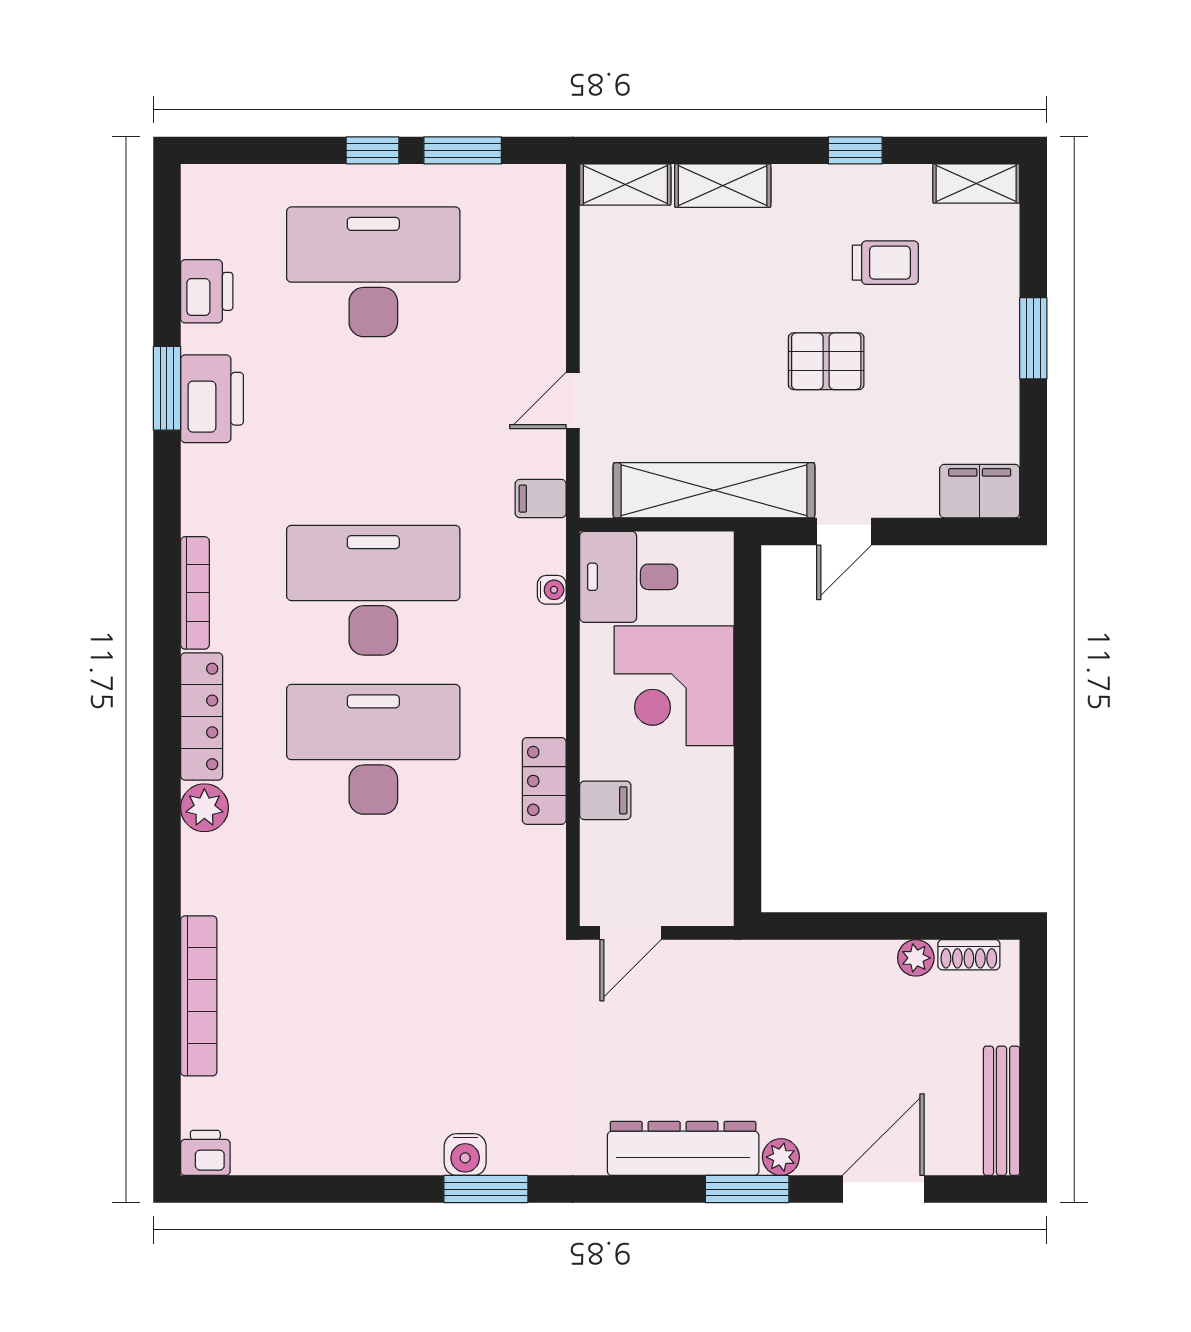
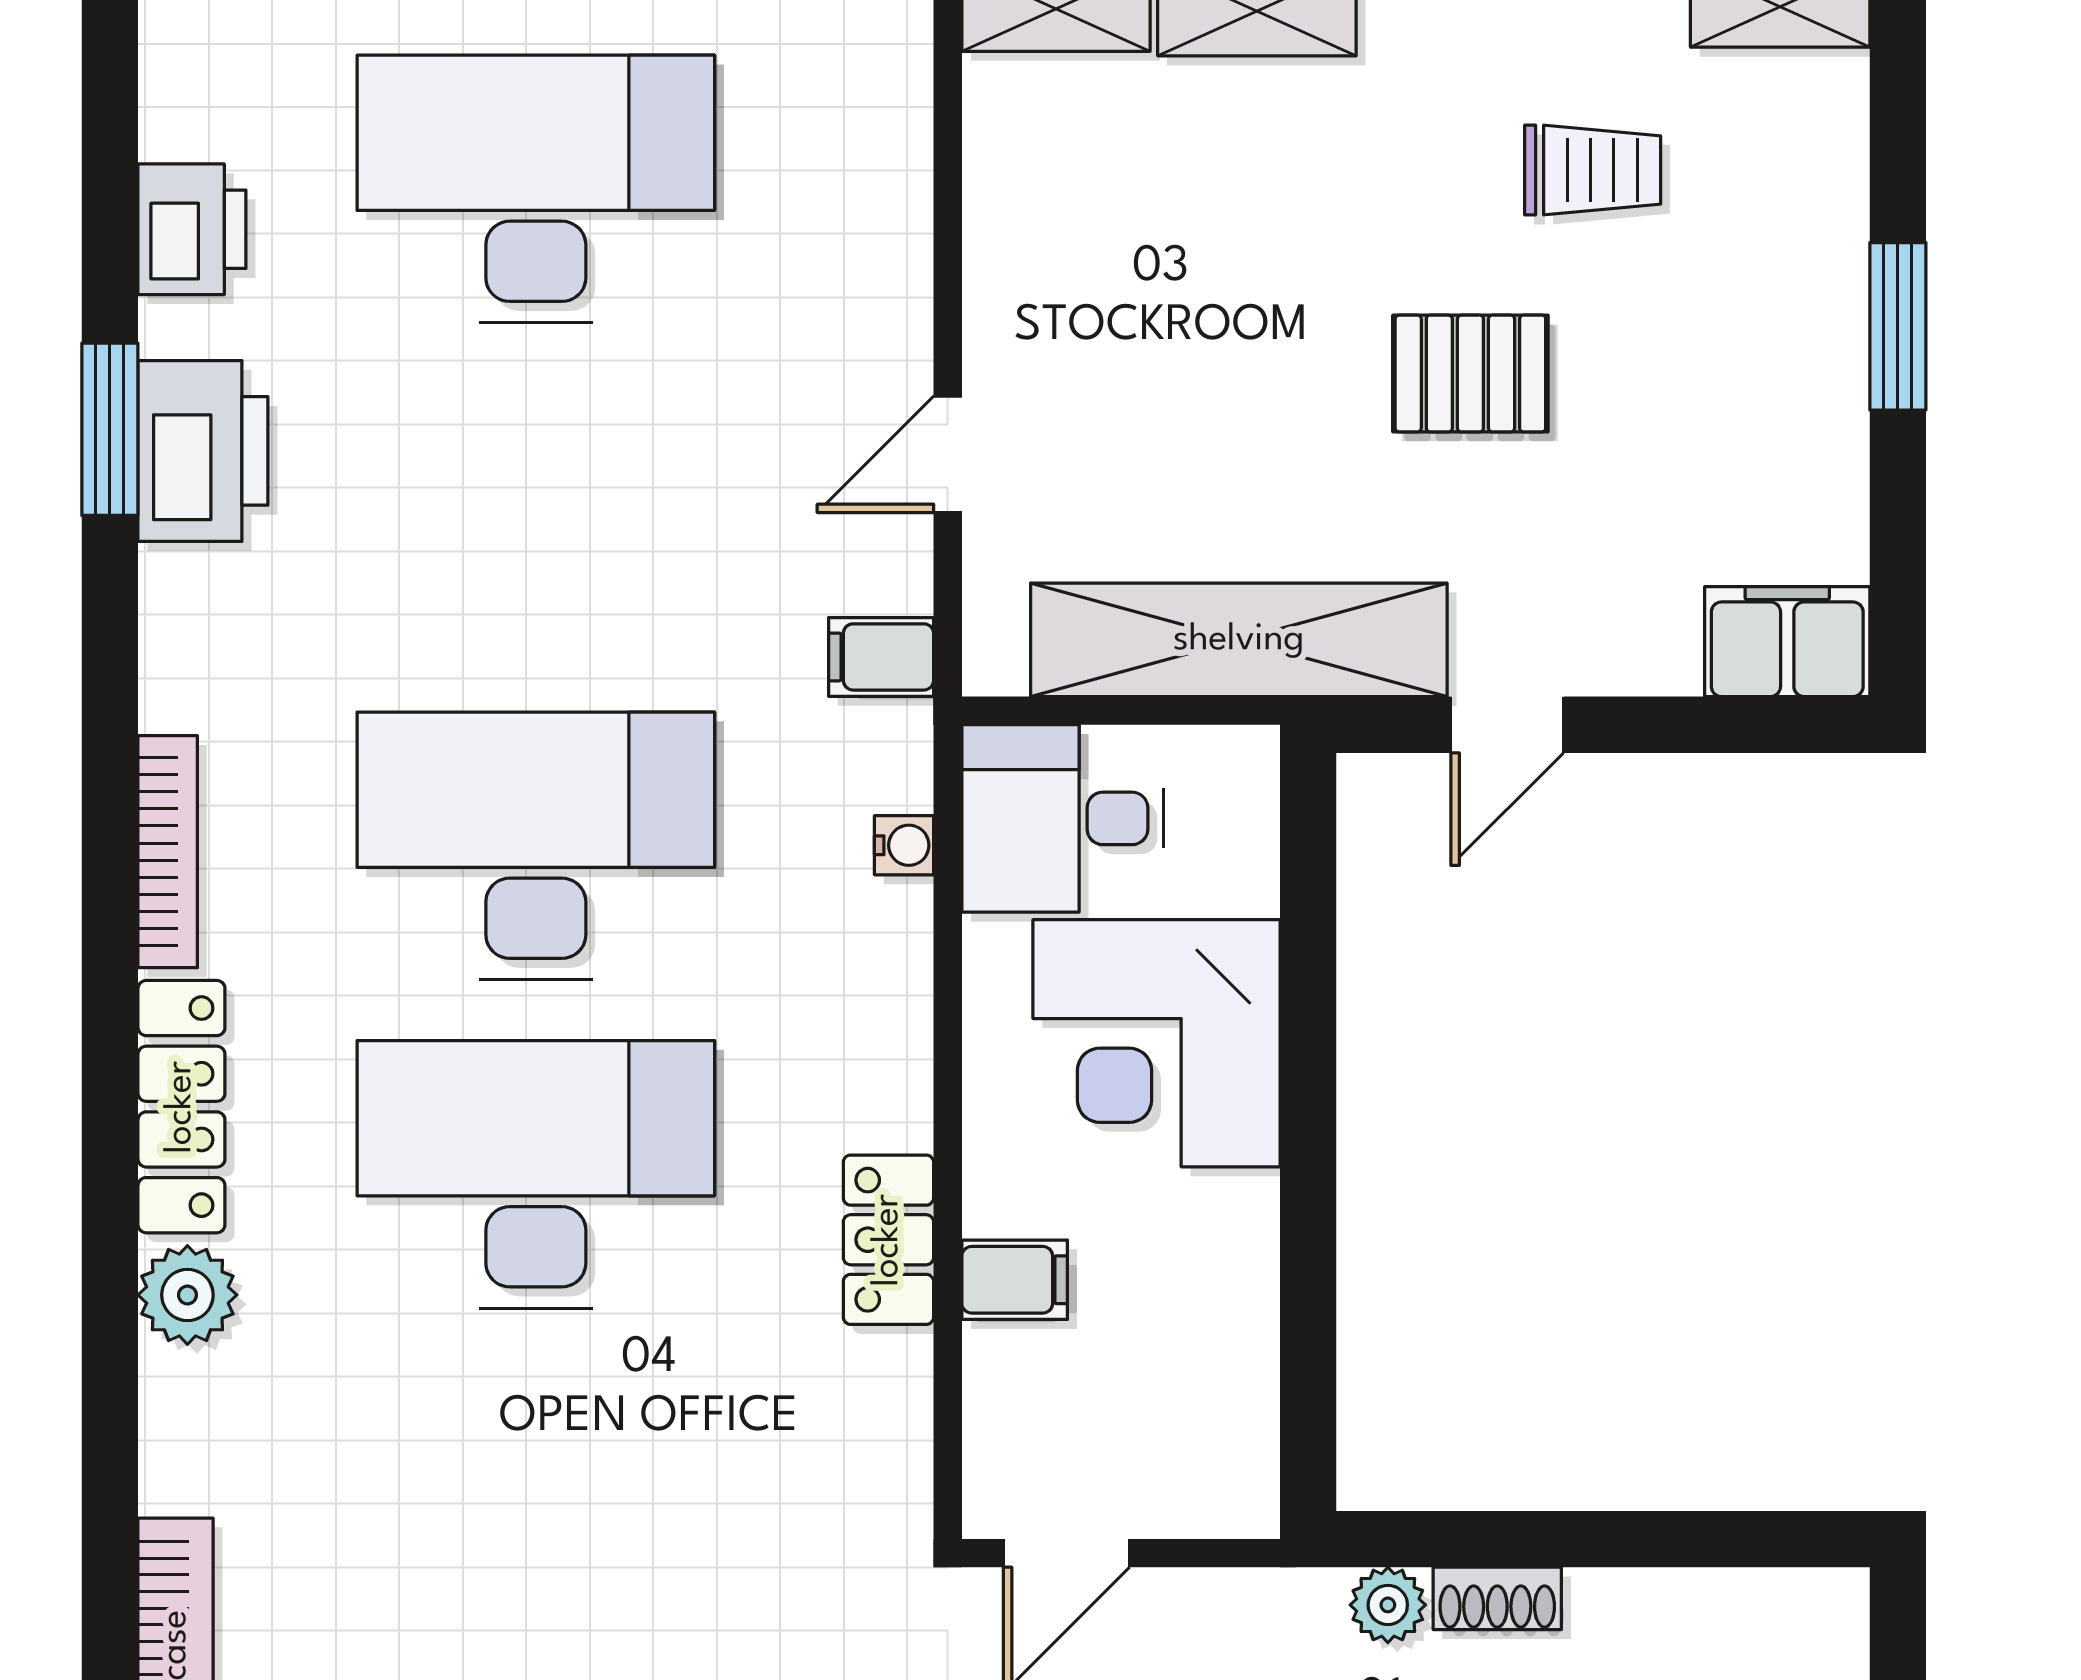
shoe rack: (969, 955) -> (1497, 1598), moved
plant: (916, 958) -> (1388, 1605), moved

